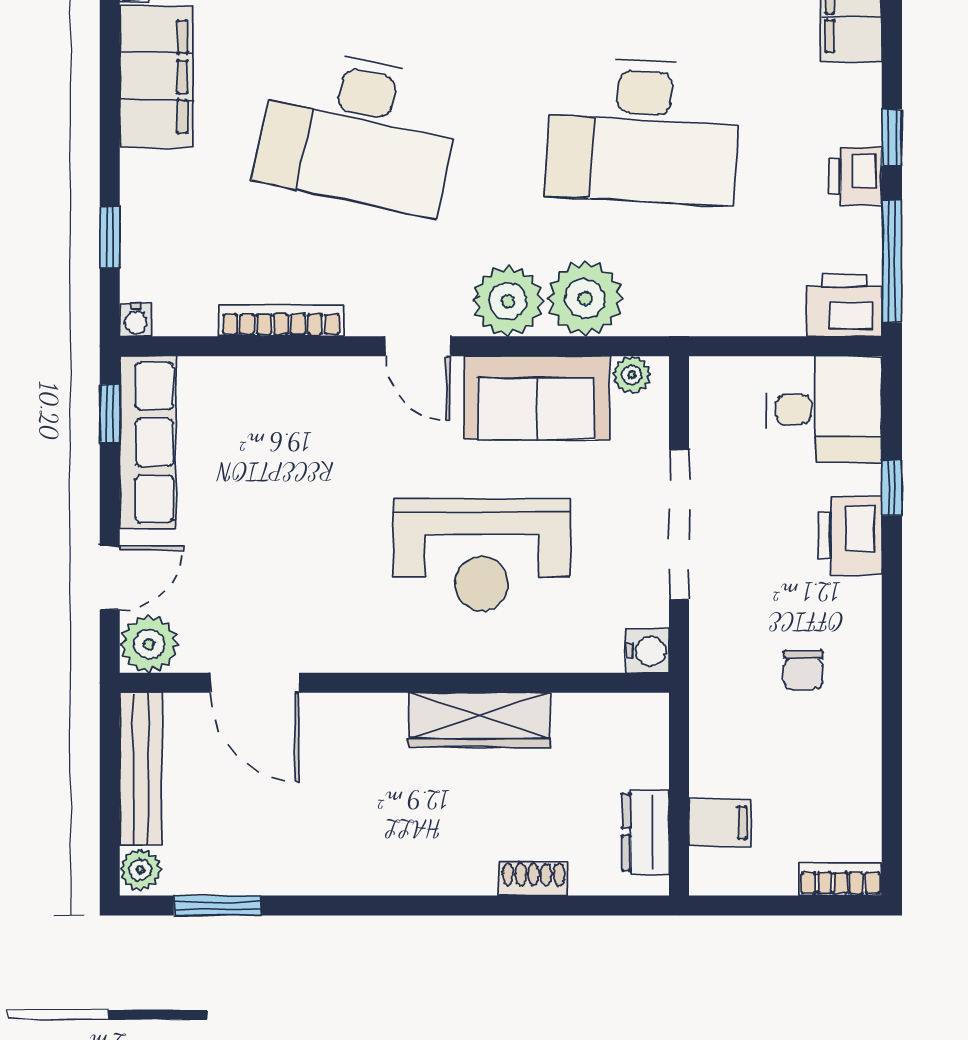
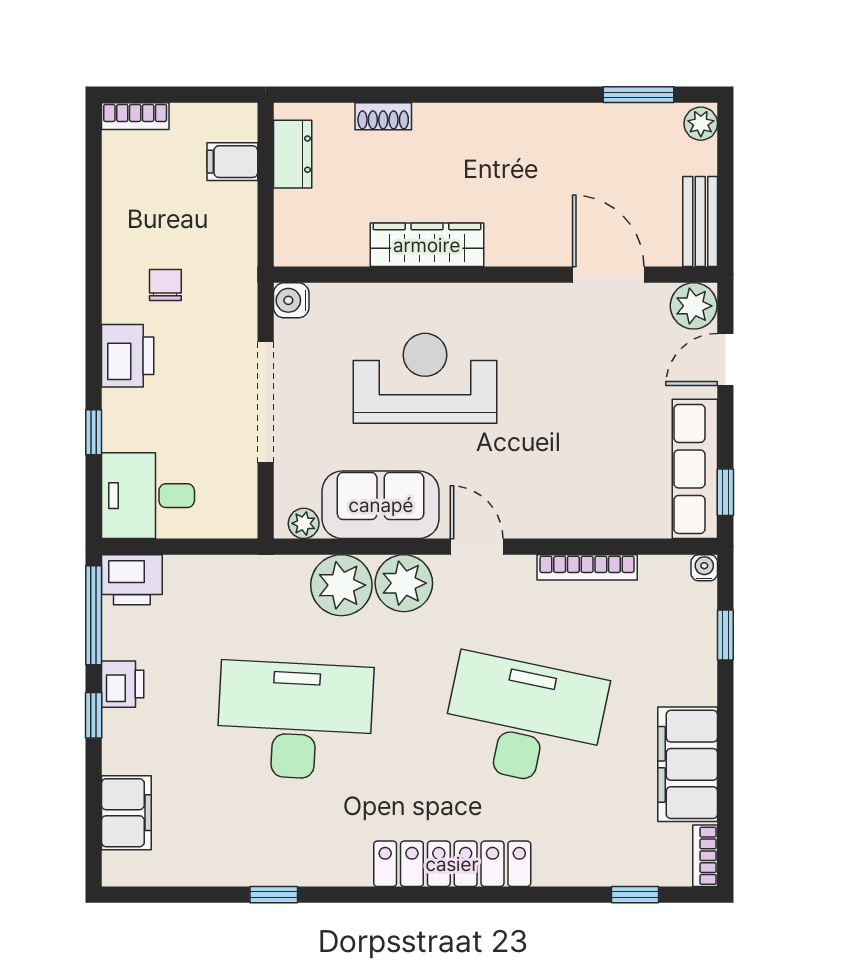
printer: (850, 536) -> (128, 356), moved
bench: (141, 769) -> (700, 221), width x0.73

